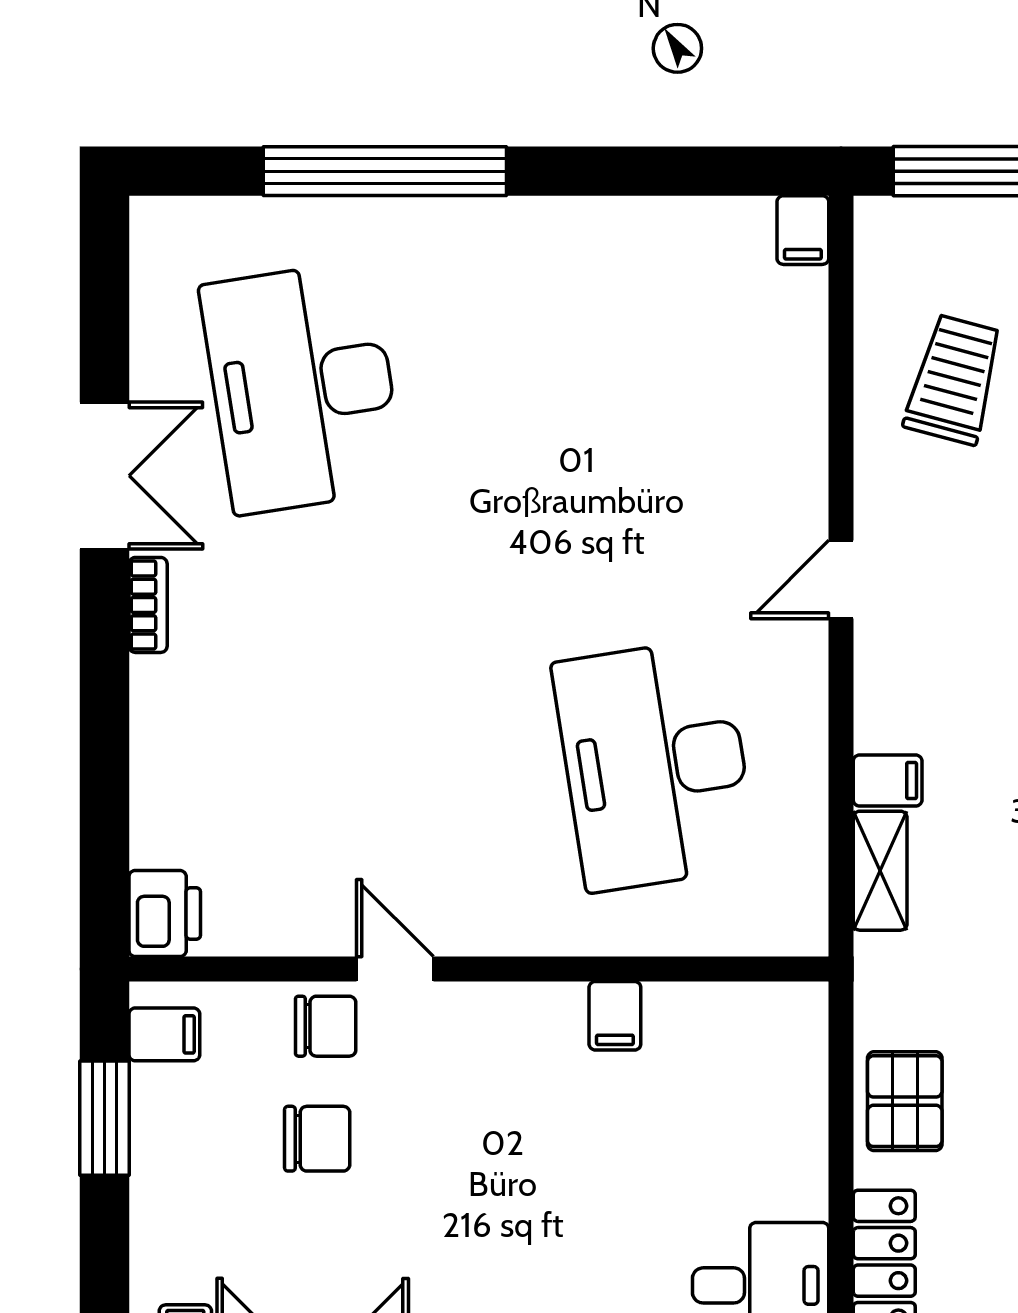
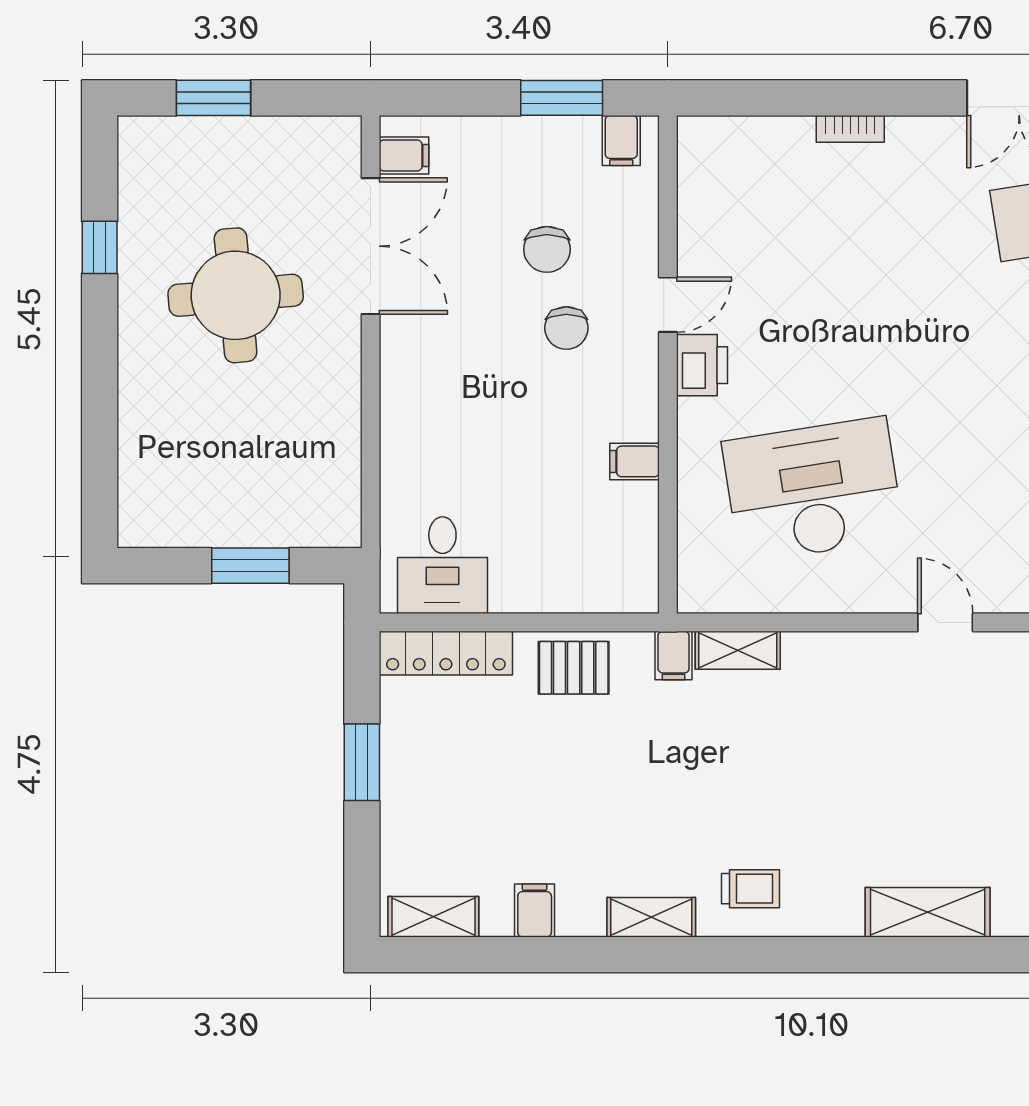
bookcase: (148, 605) -> (850, 129), moved
filing cabinet: (888, 781) -> (674, 656), moved
printer: (165, 914) -> (702, 365), moved, turned -90
chair: (326, 1026) -> (566, 328), moved

